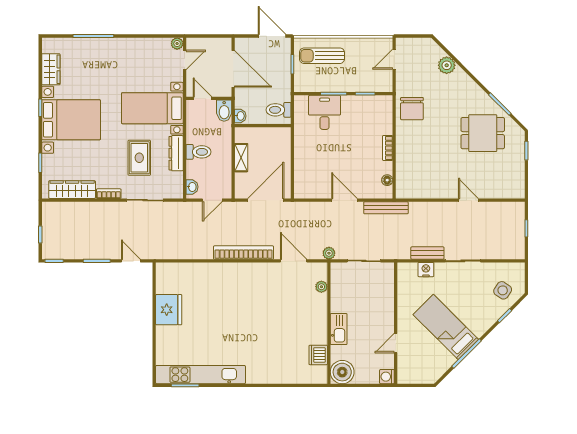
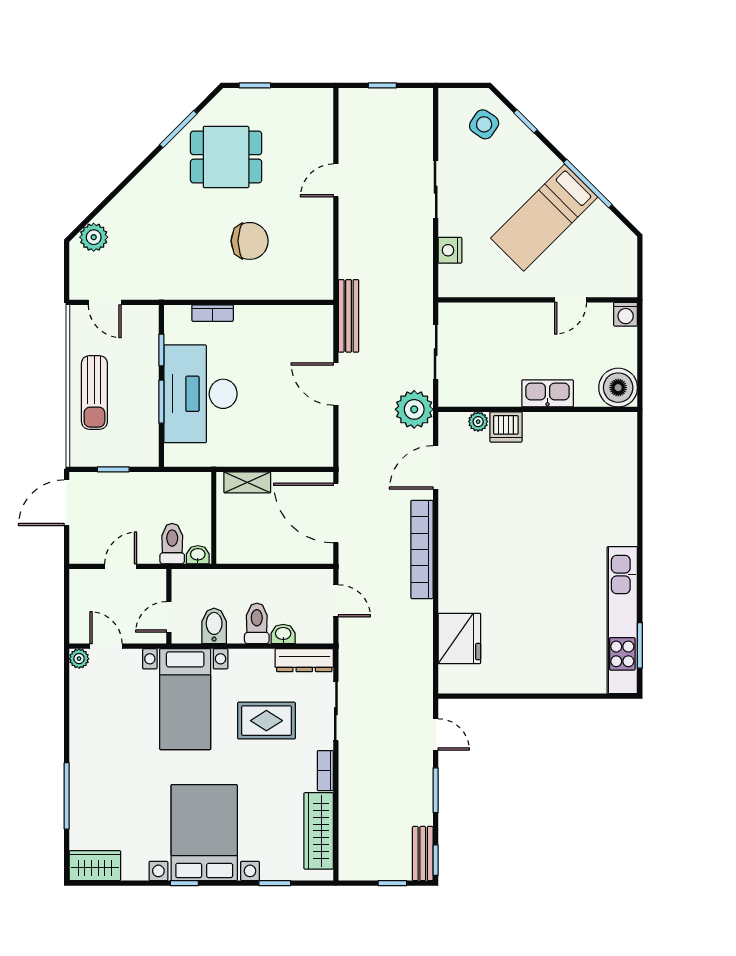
sun lounger: (322, 56) -> (94, 392), moved
plant: (447, 65) -> (94, 237), moved
wardrobe: (51, 69) -> (95, 866), moved
door: (233, 69) -> (121, 566), width x0.53
chair: (412, 109) -> (250, 241), moved
toilet: (279, 110) -> (172, 544), moved, turned 180
bidet: (224, 111) -> (214, 626), moved, turned -90
desk: (325, 112) -> (200, 394), width x1.87, depth x1.30
dining table: (483, 133) -> (226, 157), turned 90
bookcase: (388, 148) -> (213, 313), moved
dresser: (176, 153) -> (304, 660), moved
shelving: (241, 158) -> (247, 482), moved
floor lamp: (387, 180) -> (303, 314), removed
washbasin: (192, 187) -> (283, 634), moved
door: (344, 200) -> (336, 384), hinge flipped
plant: (329, 253) -> (414, 409), width x1.87, depth x1.87
bench: (427, 253) -> (423, 853), moved
door: (131, 261) -> (436, 734), swing flipped
fridge: (169, 310) -> (459, 638), moved, turned 90
door: (396, 343) -> (571, 300), hinge flipped
dishwasher: (318, 355) -> (506, 427), moved

